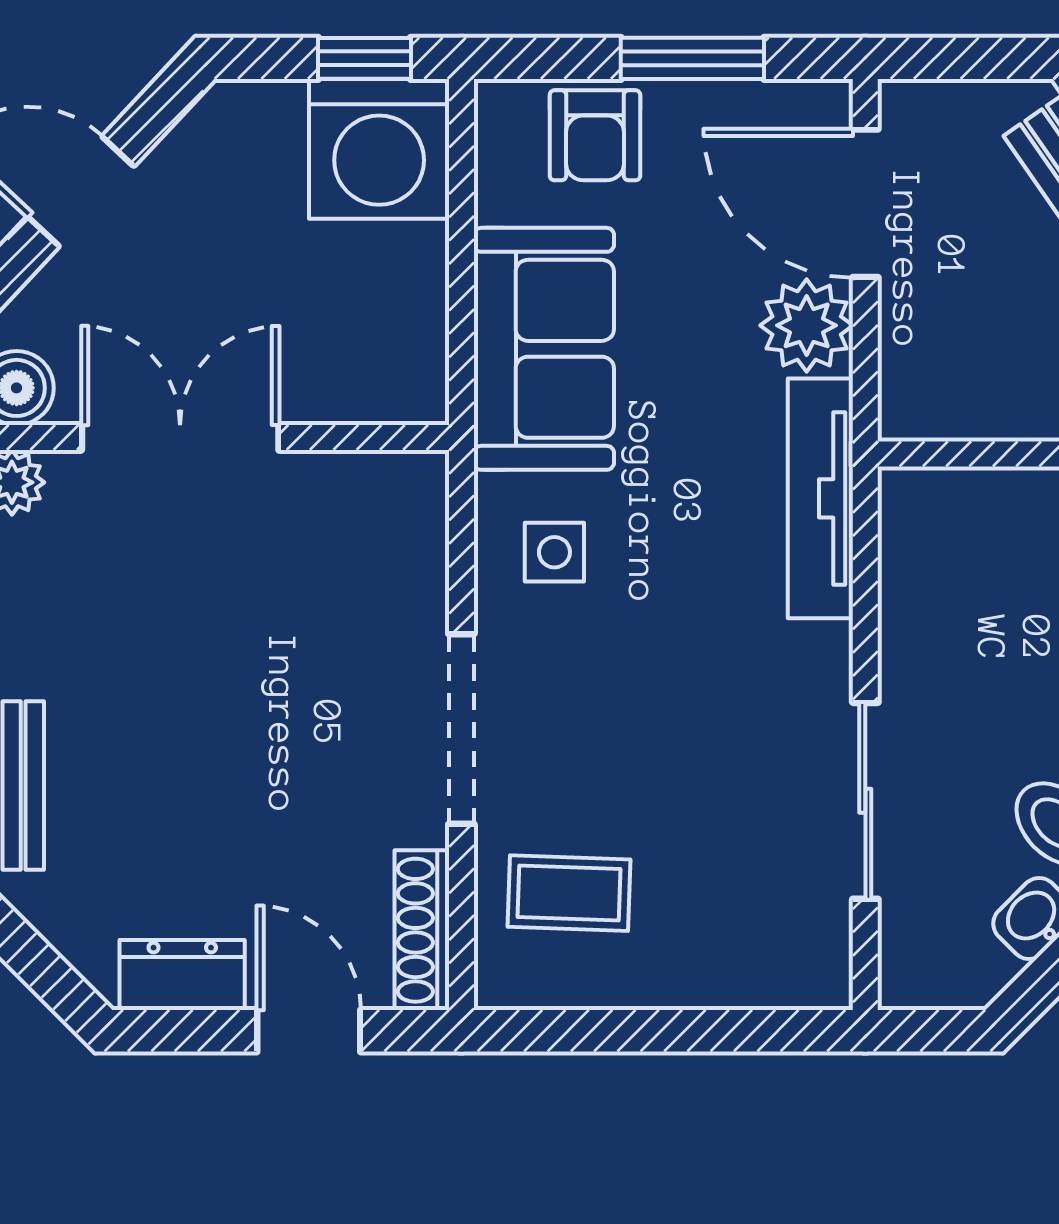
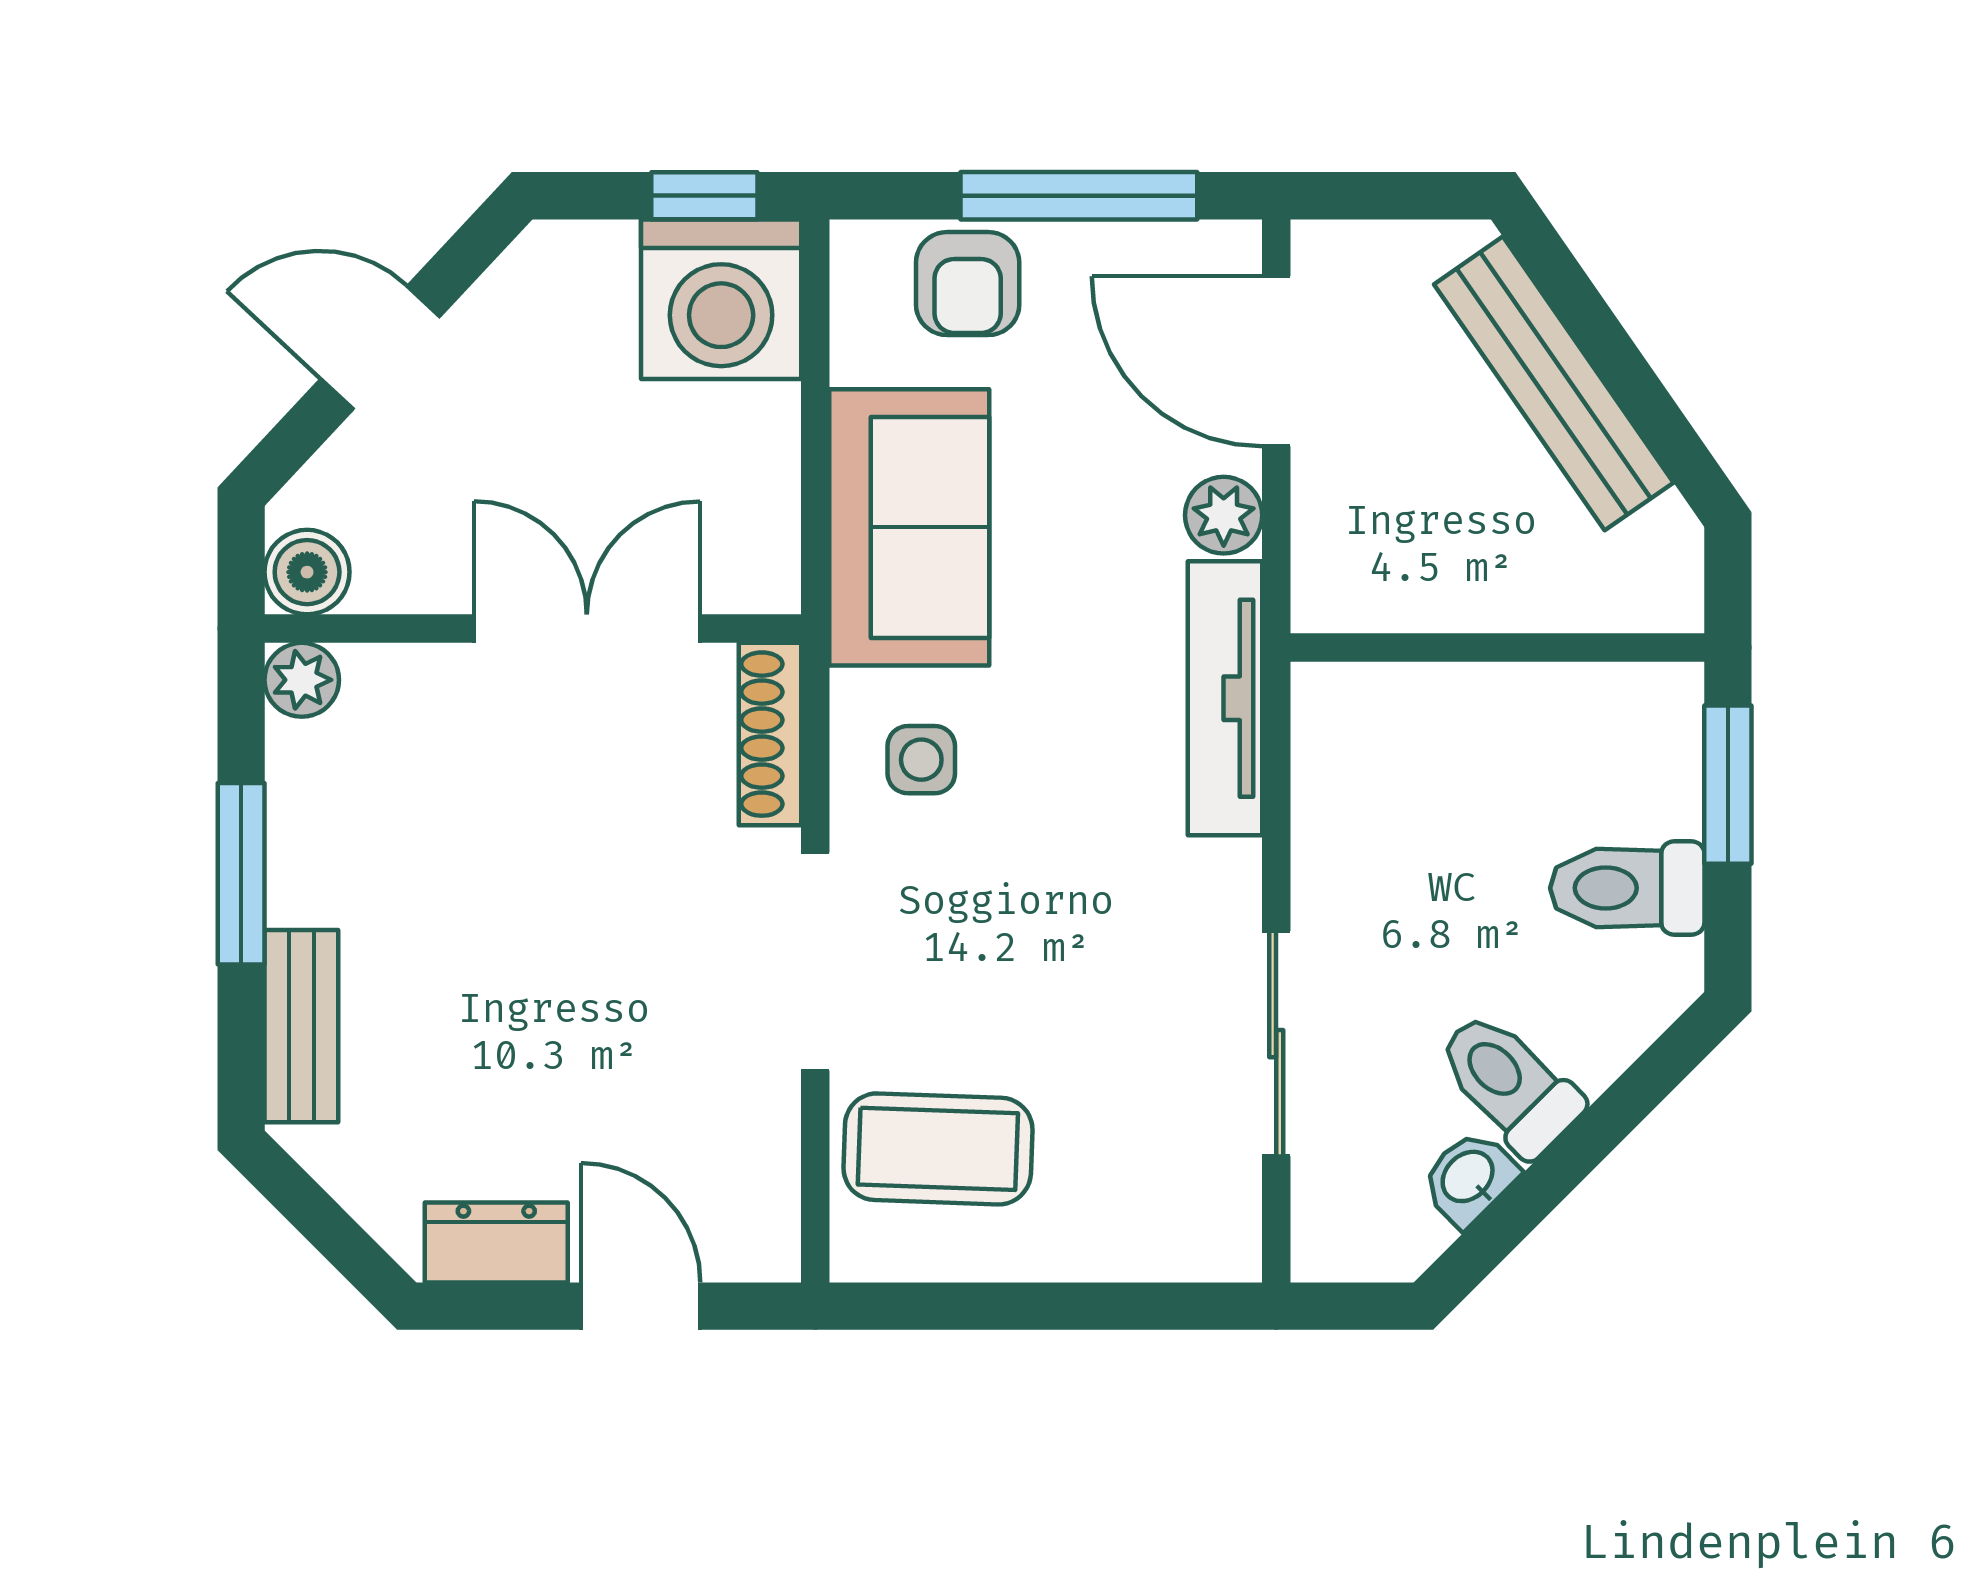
window: (692, 58) -> (1079, 196), width x1.44
plant: (807, 325) -> (1224, 515), width x0.73, depth x0.73
double door: (180, 437) -> (587, 629), moved
coffee table: (569, 893) -> (938, 1149), width x1.36, depth x1.30
shoe rack: (422, 930) -> (770, 734), moved

